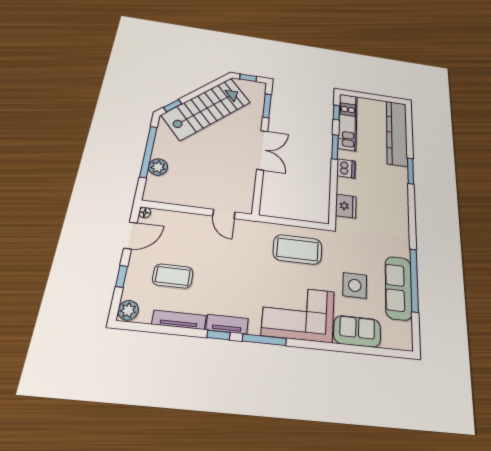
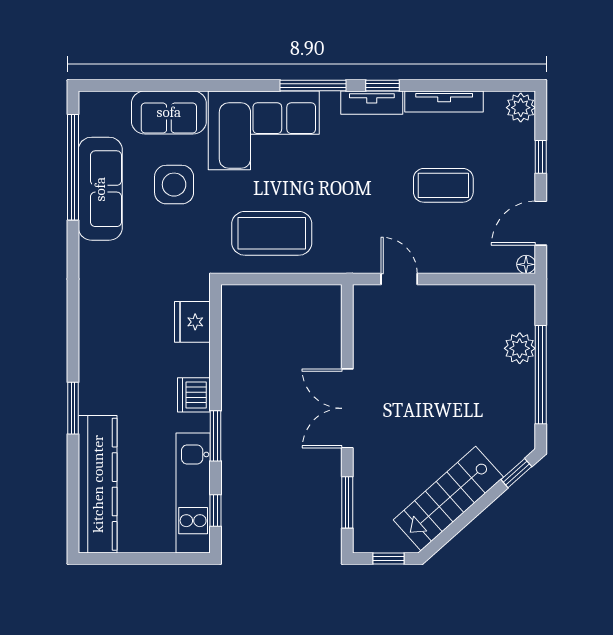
stairs: (206, 109) -> (448, 499), width x0.73, depth x0.66
coffee table: (173, 276) -> (443, 185), moved
window: (414, 280) -> (73, 167), moved

